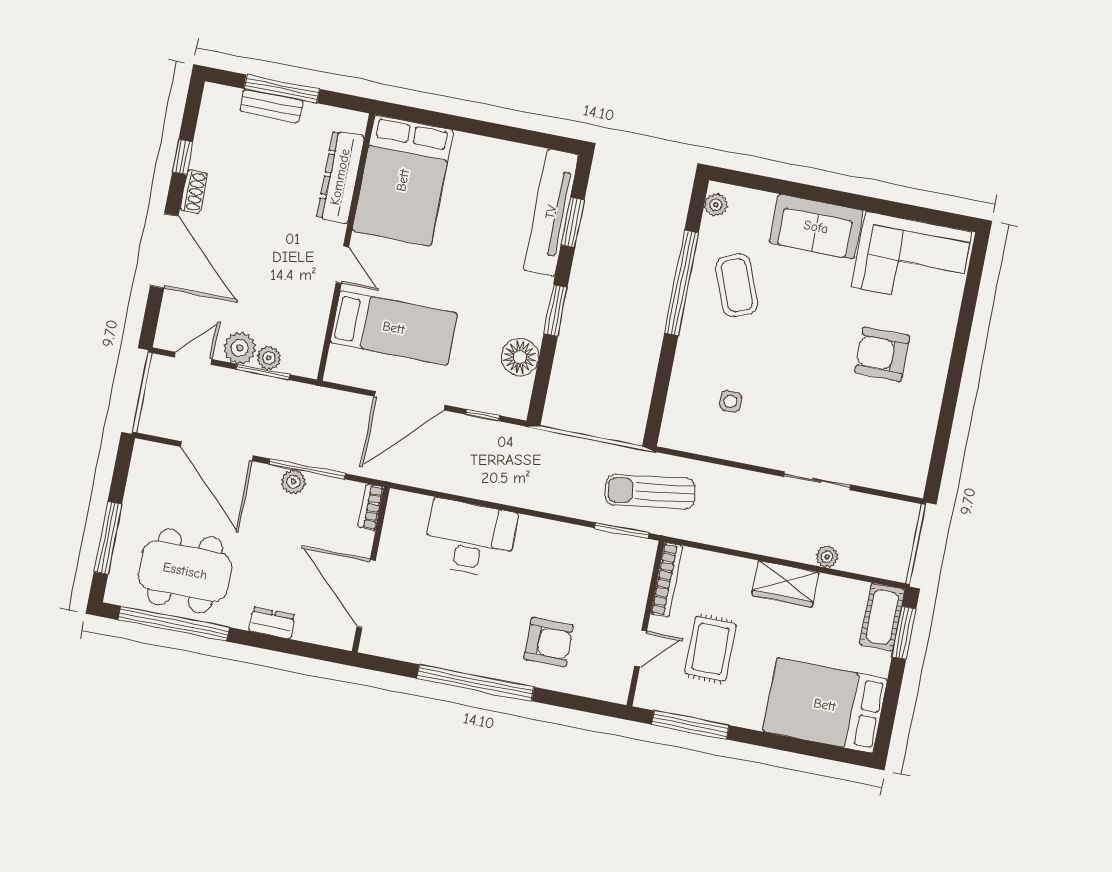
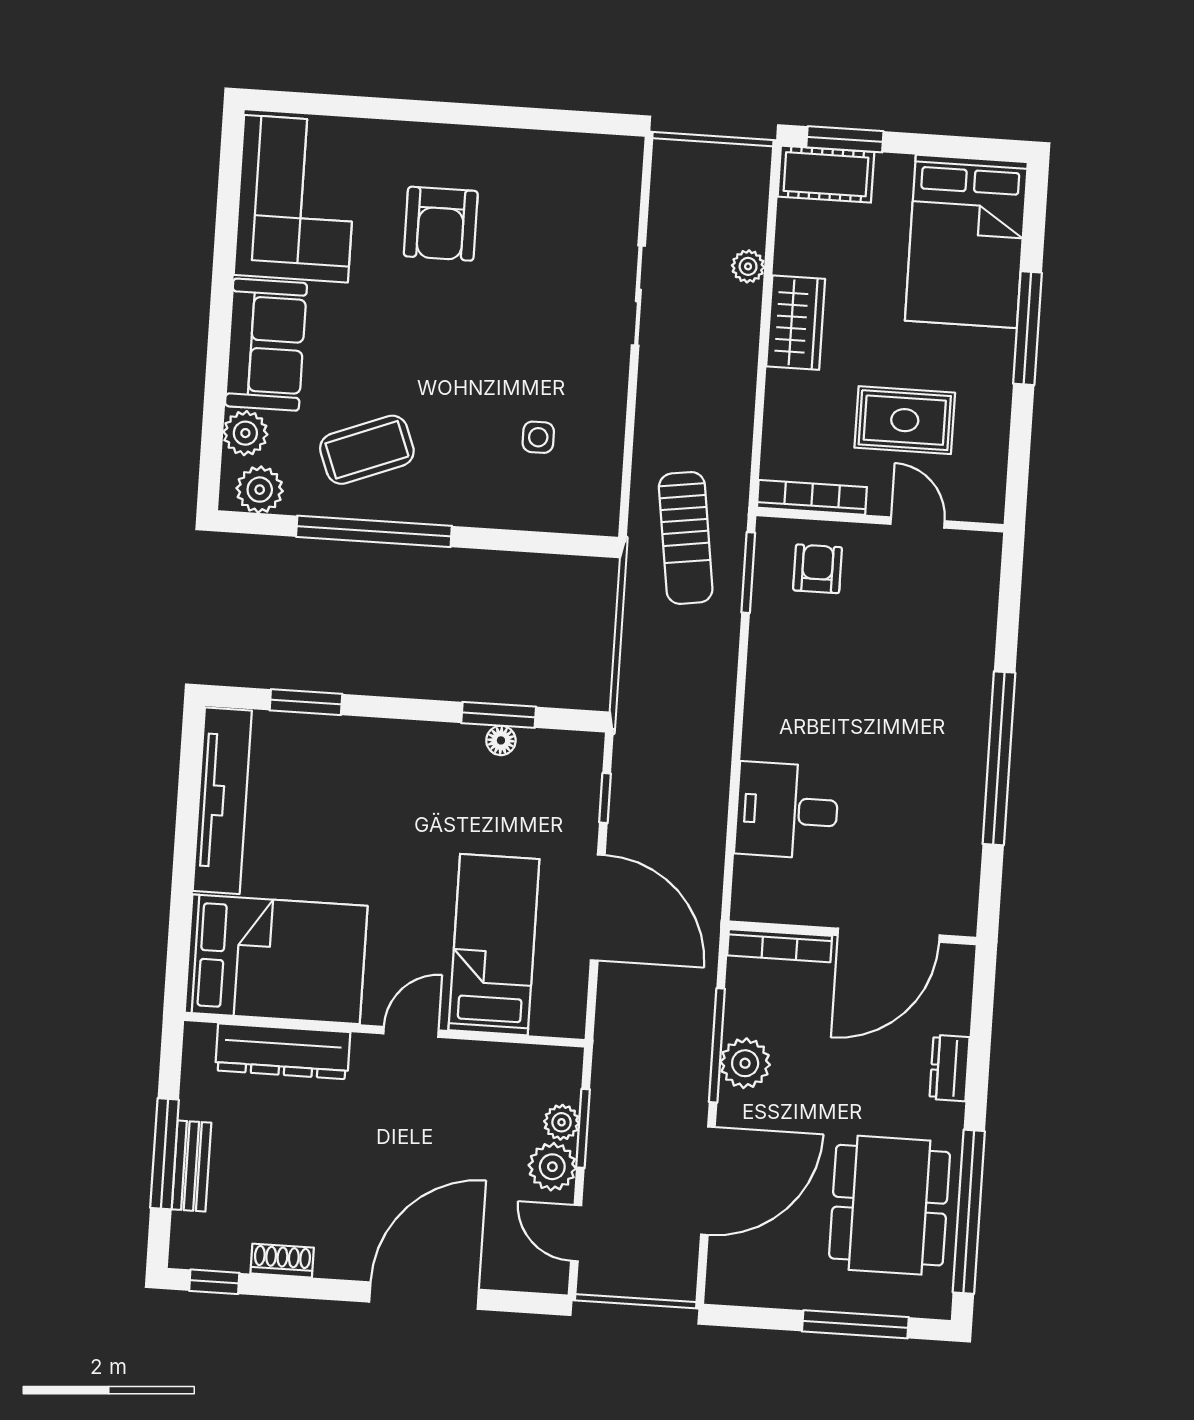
window: (183, 157) -> (214, 1282), moved
shoe rack: (194, 191) -> (282, 1261), moved
plant: (716, 205) -> (260, 490), width x1.38, depth x1.38
plant: (758, 205) -> (245, 433), added
tv unit: (551, 212) -> (222, 801), moved, turned -90
window: (555, 310) -> (499, 715), moved
floor lamp: (520, 357) -> (501, 740), width x0.53, depth x0.53
plant: (294, 482) -> (745, 1063), width x1.38, depth x1.38
bookcase: (371, 507) -> (780, 946), width x1.56
desk: (470, 538) -> (787, 810), width x0.73
armchair: (548, 642) -> (818, 569), moved, width x0.72, depth x0.72
window: (690, 725) -> (1027, 328), moved

